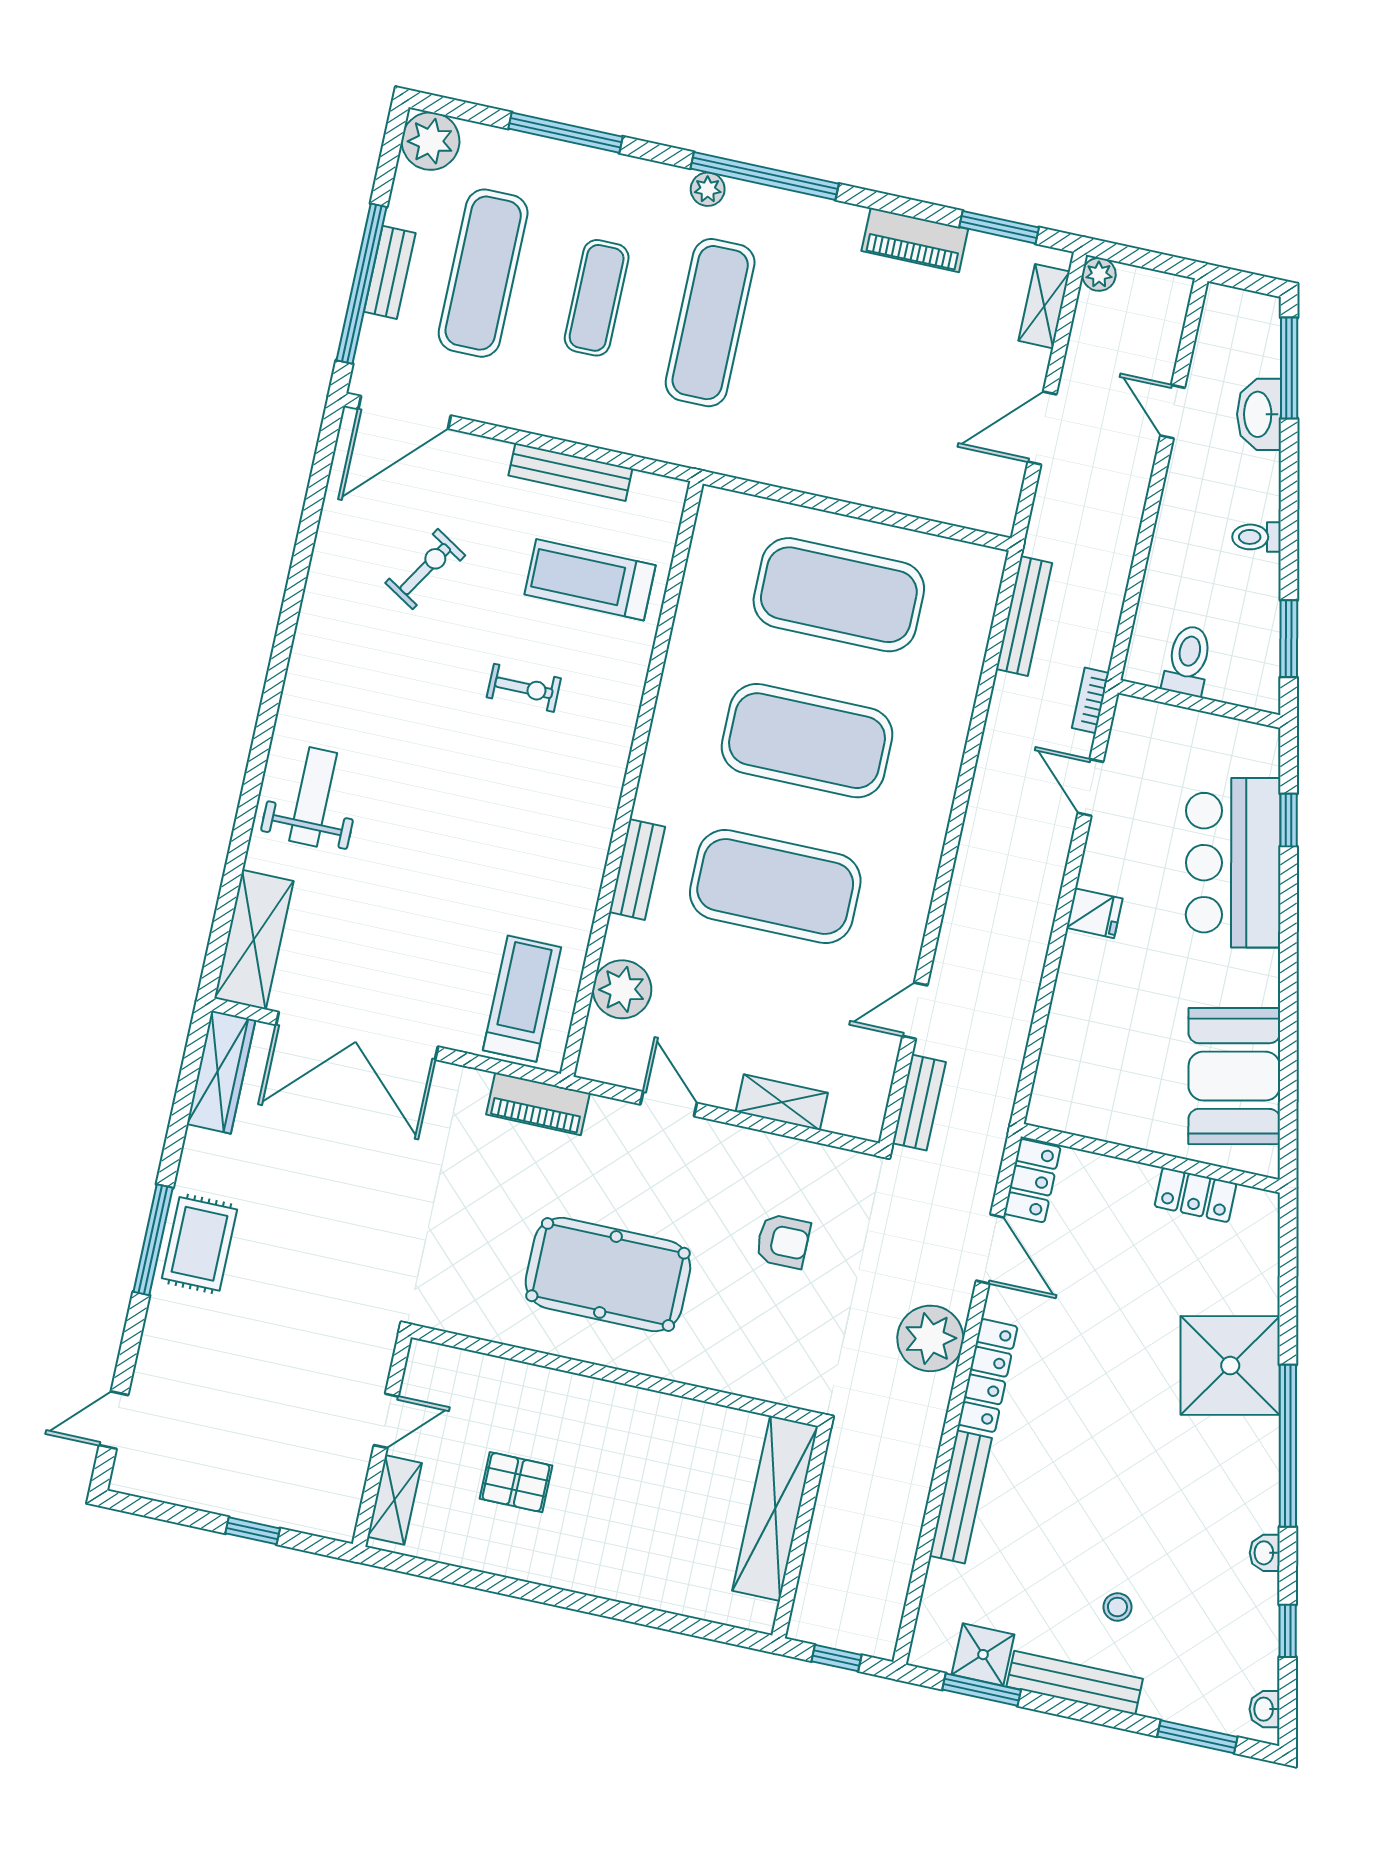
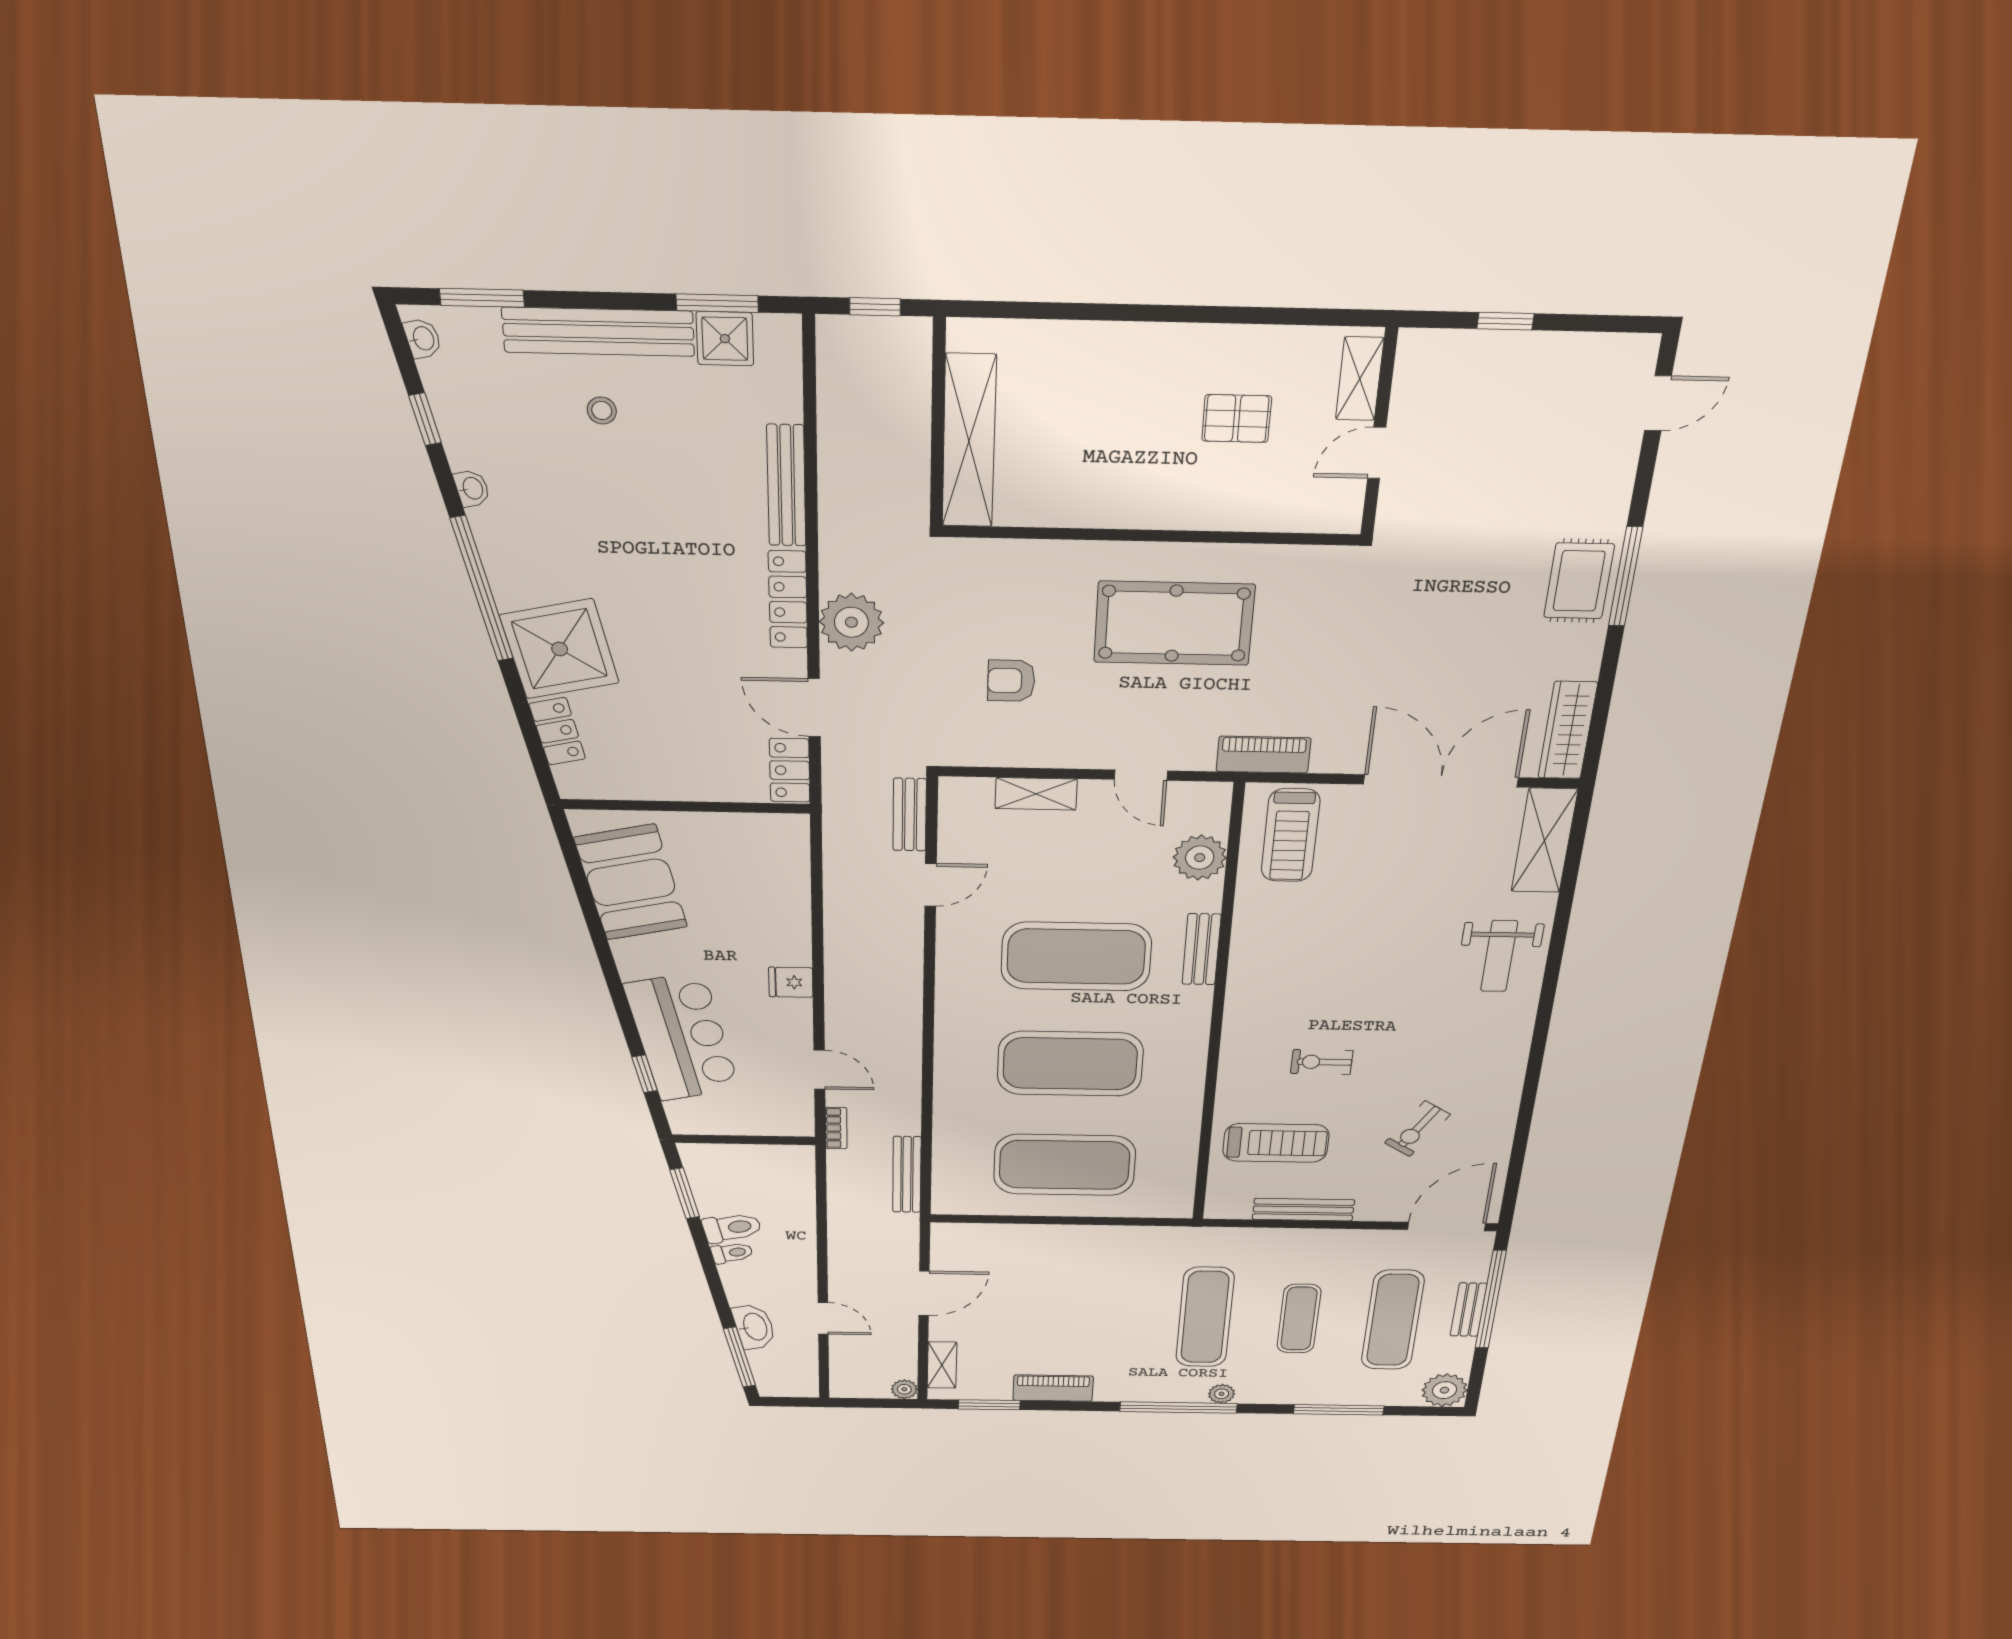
toilet: (1188, 660) -> (732, 1228), moved, turned -102
locker: (1195, 1195) -> (557, 731), moved, turned 78
bench: (1075, 1683) -> (598, 332), width x1.37, depth x1.21

